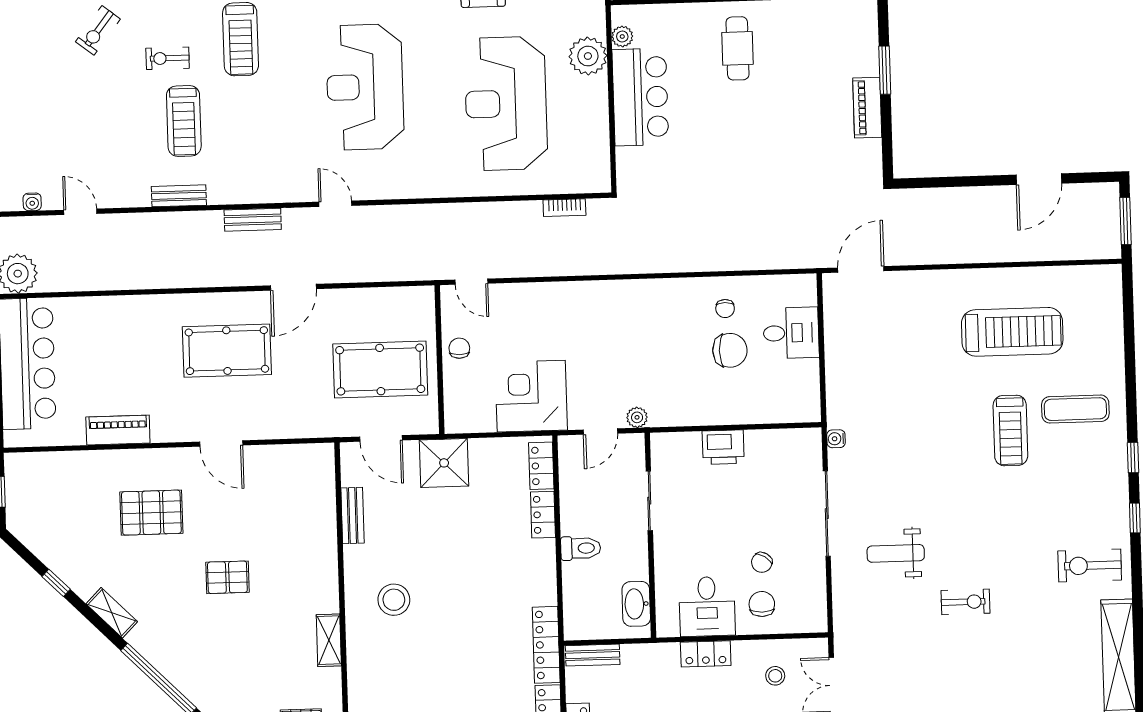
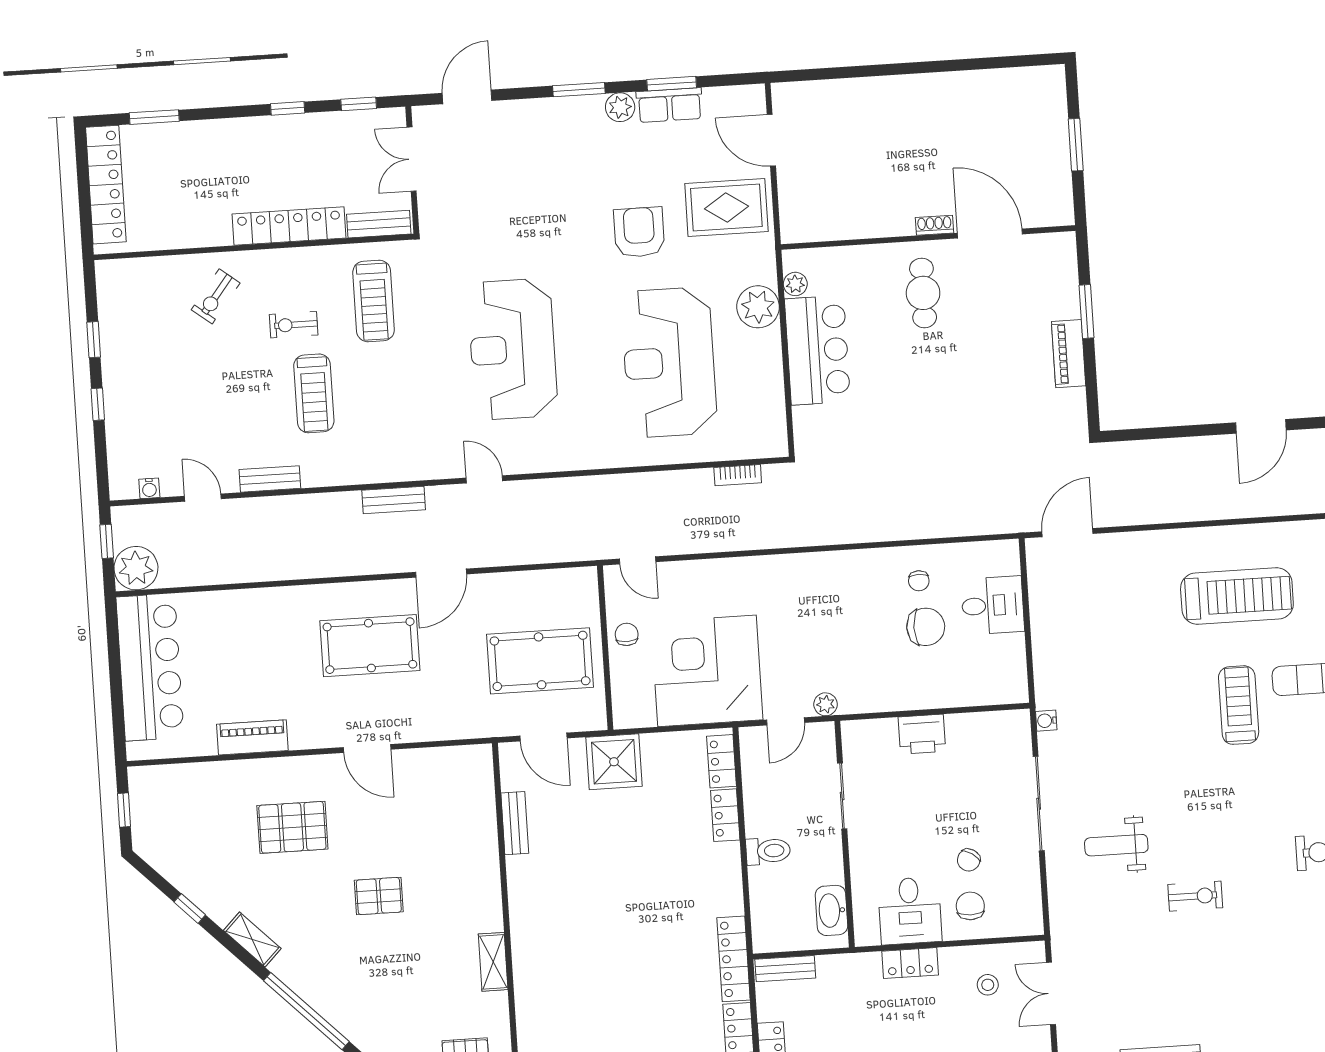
bench: (179, 196) -> (270, 479), moved
corner desk: (531, 396) -> (707, 671), width x1.36, depth x1.36
treadmill: (1010, 430) -> (1239, 705), turned 180
stool: (394, 600) -> (564, 915), removed

